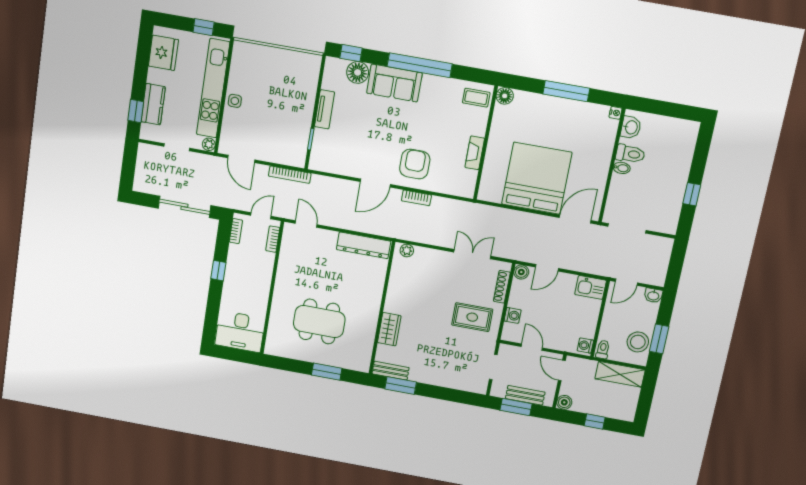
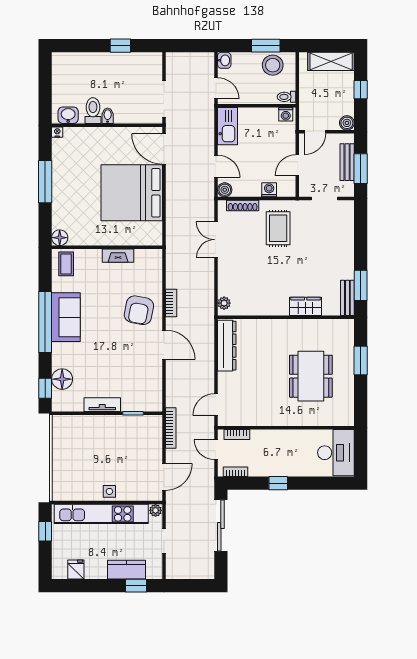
fridge: (163, 53) -> (76, 570), width x0.53, depth x0.75
sofa: (394, 83) -> (66, 317), moved
armchair: (415, 164) -> (139, 310), turned -79
kitchen sink: (591, 287) -> (227, 126), width x1.38
shelving: (620, 374) -> (331, 61), moved, turned 90

